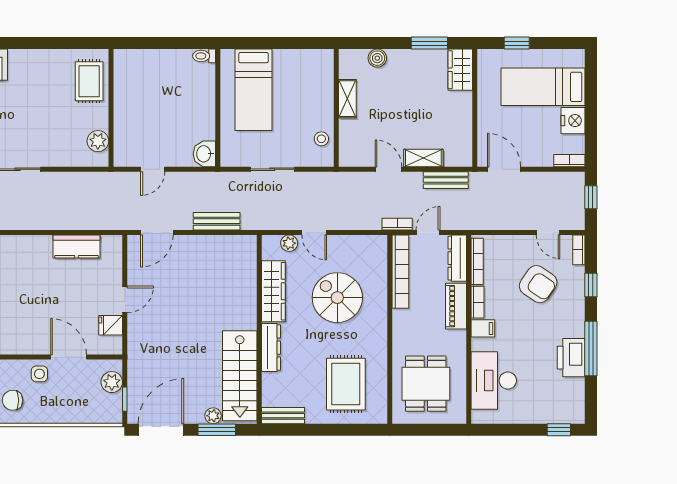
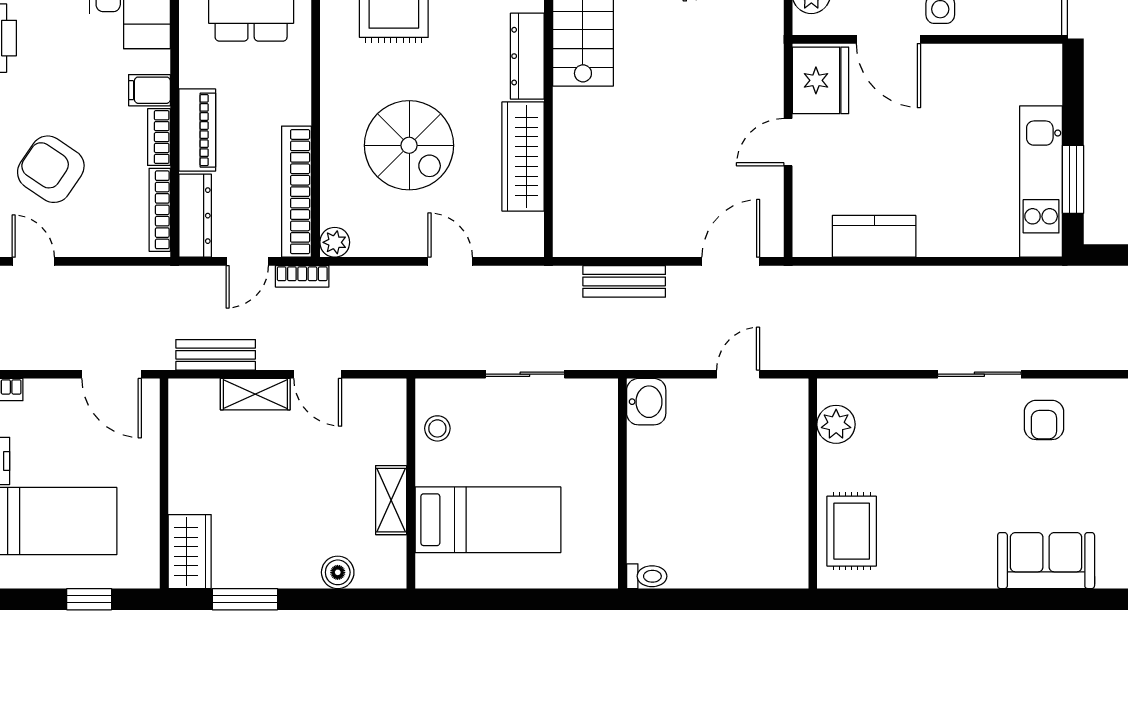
bed: (254, 90) -> (488, 520), moved, turned 90
plant: (289, 243) -> (335, 242), moved
fridge: (111, 325) -> (821, 80), width x1.88, depth x1.34

